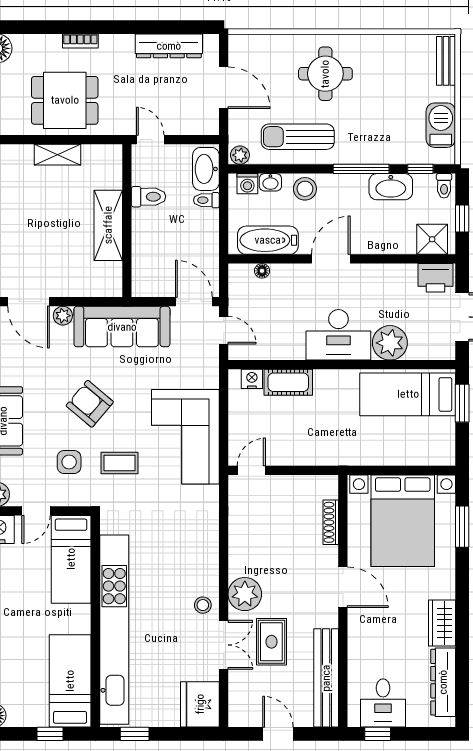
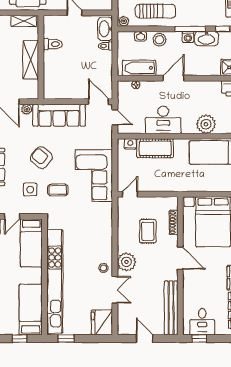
sun lounger: (298, 137) -> (155, 11), turned 180
washing machine: (247, 184) -> (188, 37), moved
toilet: (148, 197) -> (53, 44), moved
wall: (127, 221) -> (41, 57), moved
shelving: (108, 225) -> (31, 60), moved
desk: (338, 335) -> (163, 120), moved
cot: (288, 382) -> (155, 148), width x1.37, depth x1.34
rug: (271, 642) -> (148, 231), moved

